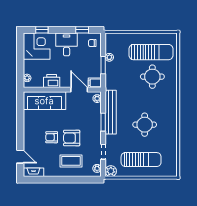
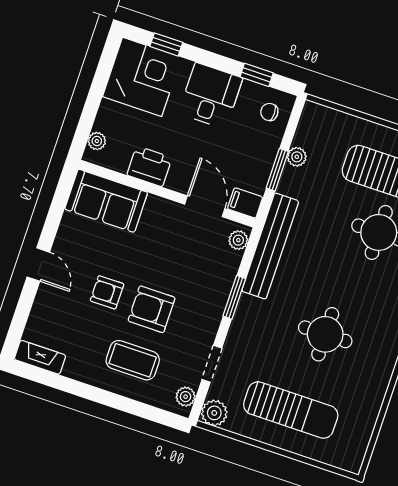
sofa: (44, 101) -> (106, 201), width x0.73
bench: (111, 112) -> (270, 246), moved
door: (20, 157) -> (38, 265), moved

